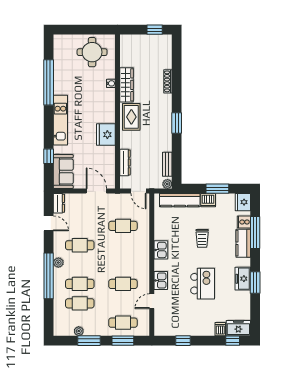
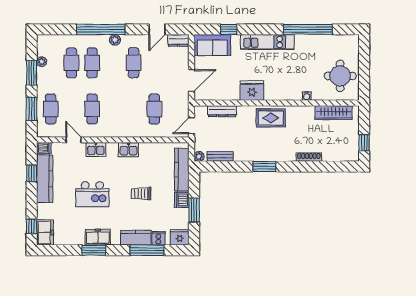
wardrobe: (126, 85) -> (334, 113), moved
kitchen counter: (188, 328) -> (45, 179), added
dishwasher: (220, 329) -> (44, 148), moved

